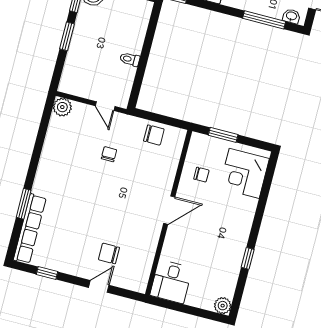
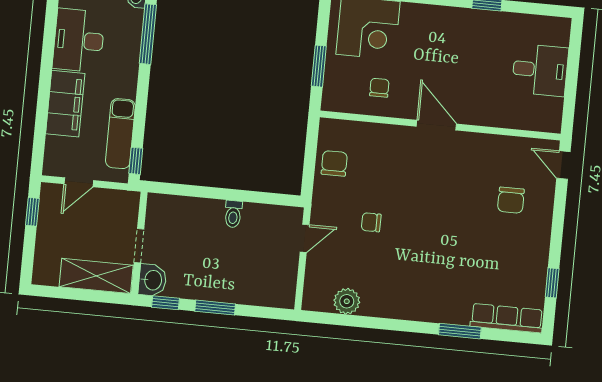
plant: (62, 107) -> (347, 301), moved
row of seats: (30, 229) -> (507, 318), width x0.73
desk: (171, 282) -> (540, 70), moved
door: (99, 286) -> (563, 165), moved
plant: (223, 306) -> (559, 29), removed

